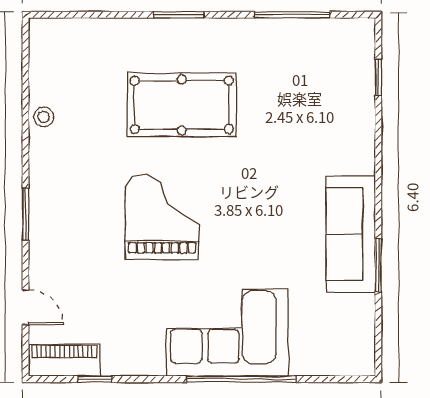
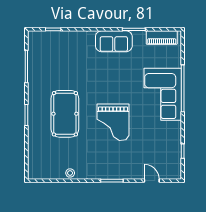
grand piano: (162, 217) -> (113, 122), turned -90
sofa: (351, 234) -> (114, 41), width x0.73
door: (26, 307) -> (152, 181), hinge flipped
piano: (64, 360) -> (162, 38), moved, turned -90

